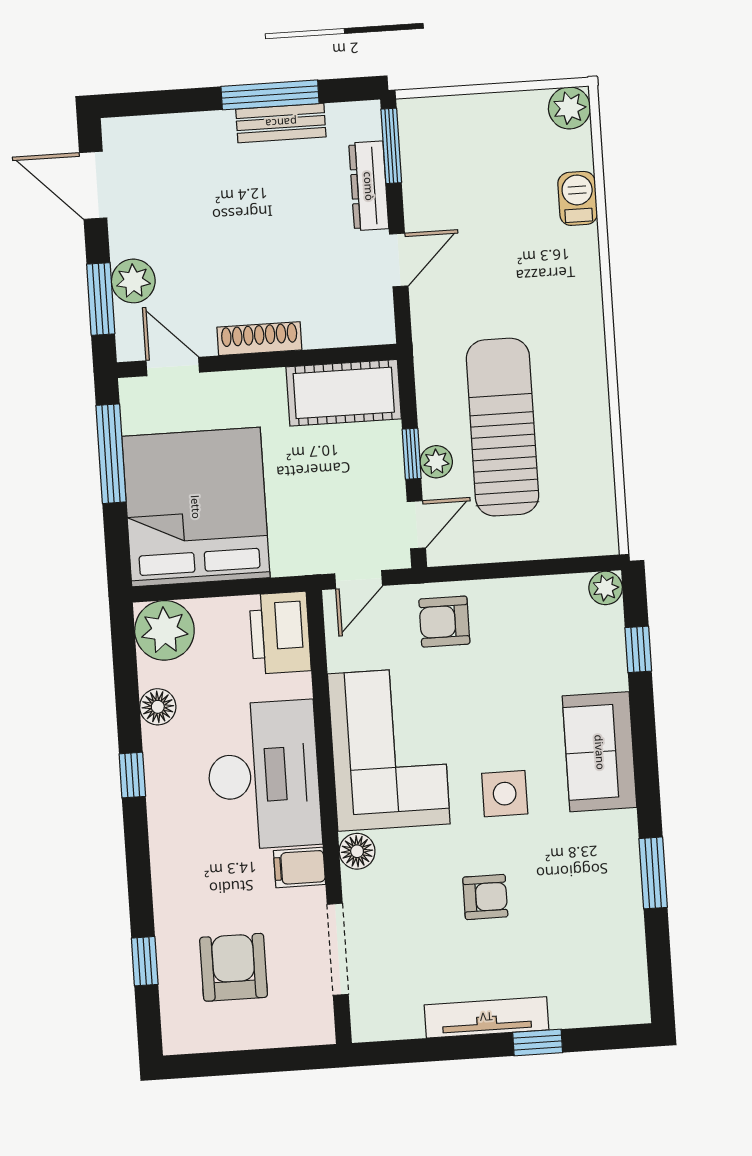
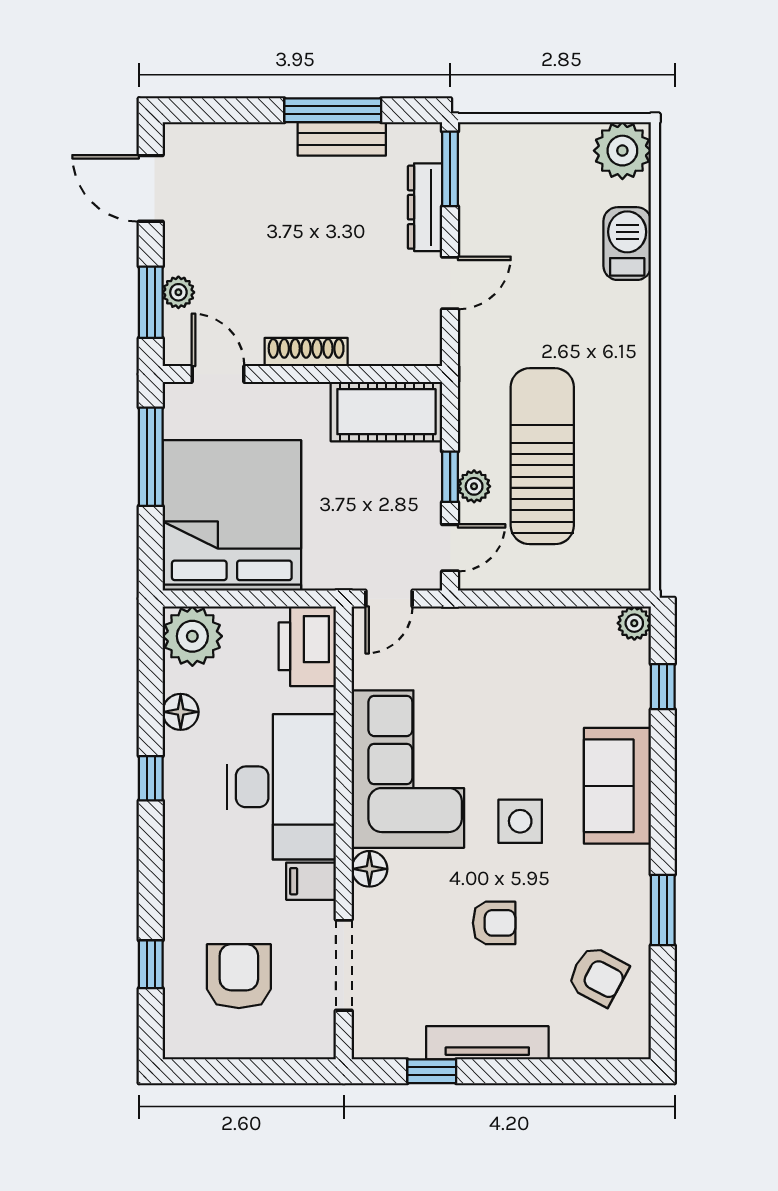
plant: (569, 108) -> (622, 151), width x1.36, depth x1.36
barbecue: (578, 198) -> (627, 244), width x1.38, depth x1.27
plant: (133, 281) -> (178, 292), width x0.73, depth x0.73
armchair: (444, 622) -> (598, 976), moved, turned -152
window: (538, 1043) -> (432, 1071), moved

